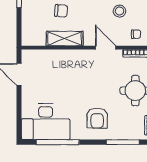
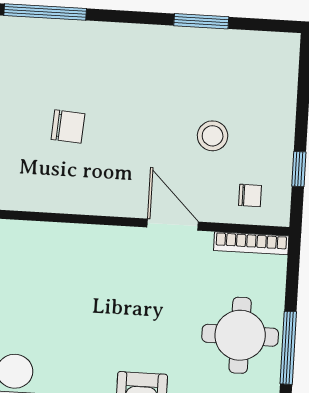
shelving: (65, 39) -> (73, 196), removed

